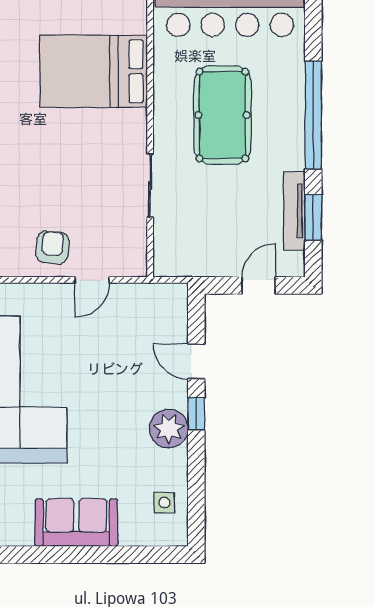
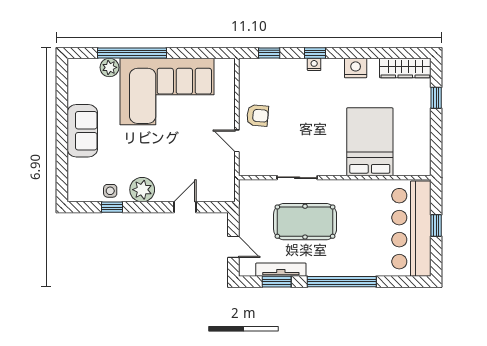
pool table: (222, 115) -> (305, 222), moved
window: (196, 414) -> (112, 207), moved
side table: (164, 502) -> (110, 191), moved

